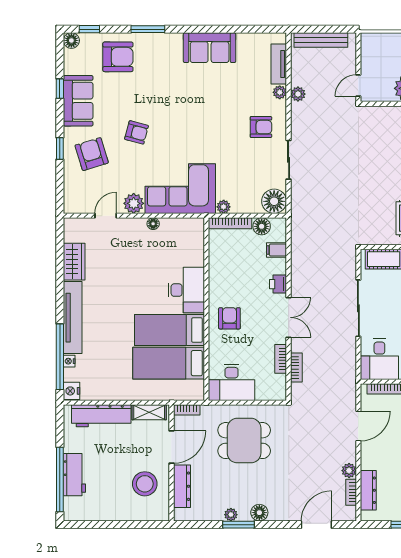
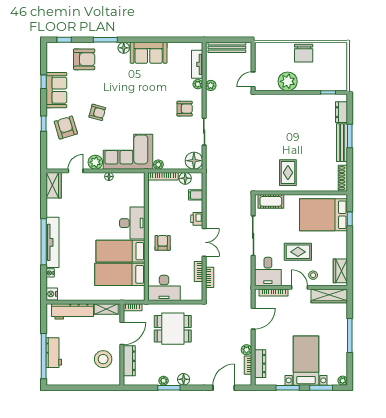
floor lamp: (71, 40) -> (124, 48), moved
wardrobe: (74, 262) -> (54, 185), moved
window: (60, 357) -> (44, 242), moved

